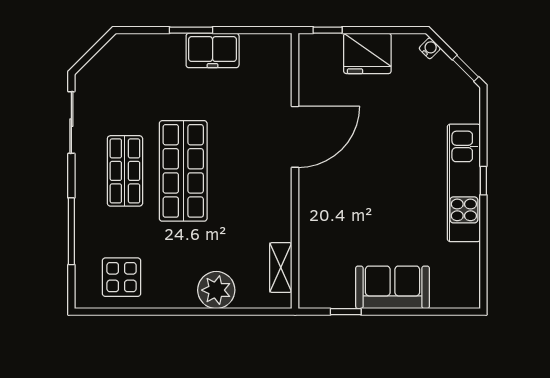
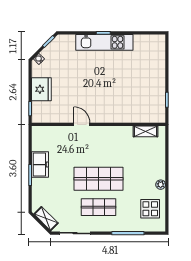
shelving: (101, 63) -> (46, 219), added
door: (295, 137) -> (82, 124), width x0.53
sofa: (393, 287) -> (155, 77), removed
plant: (216, 290) -> (161, 185), moved, width x0.53, depth x0.53

